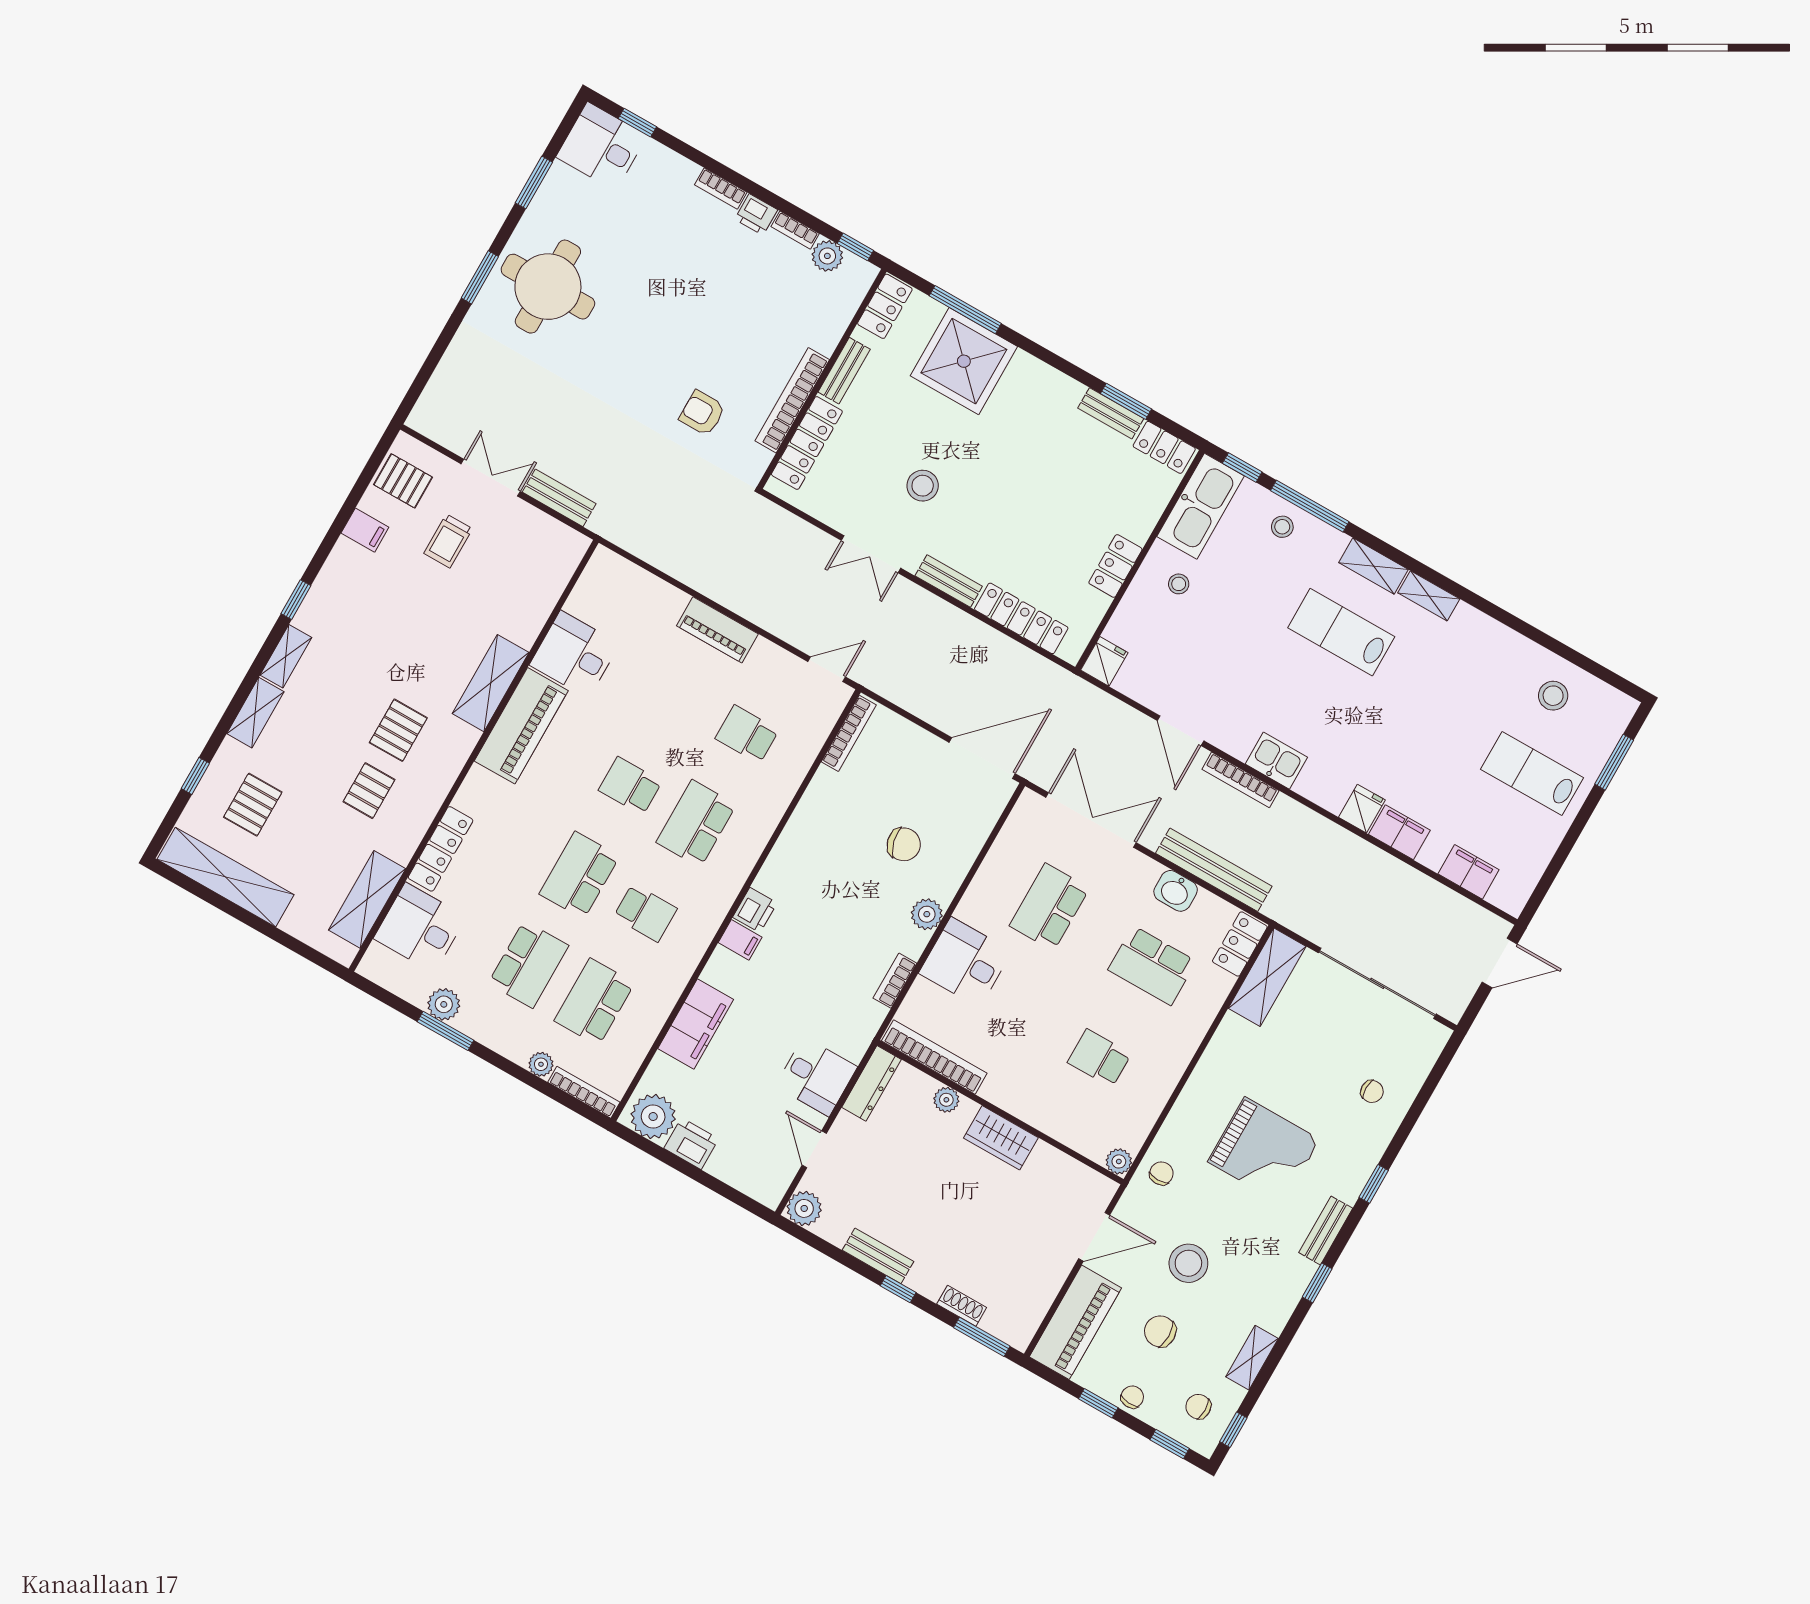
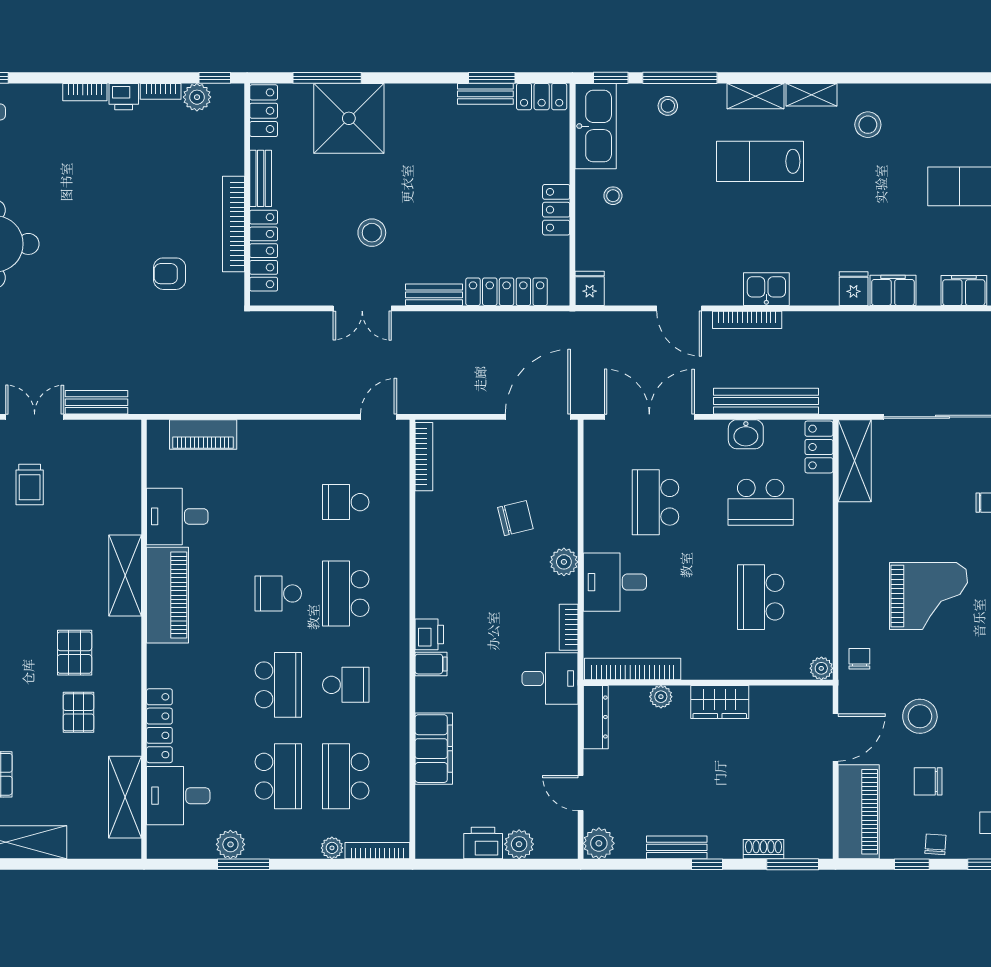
piano: (717, 630) -> (203, 435), moved
stool: (1553, 696) -> (868, 125), moved
school desk: (579, 875) -> (278, 685), turned 180
school desk: (1099, 1058) -> (761, 597), width x1.85
desk: (816, 1076) -> (550, 678), moved
plant: (653, 1117) -> (519, 844), moved, width x0.73, depth x0.73

